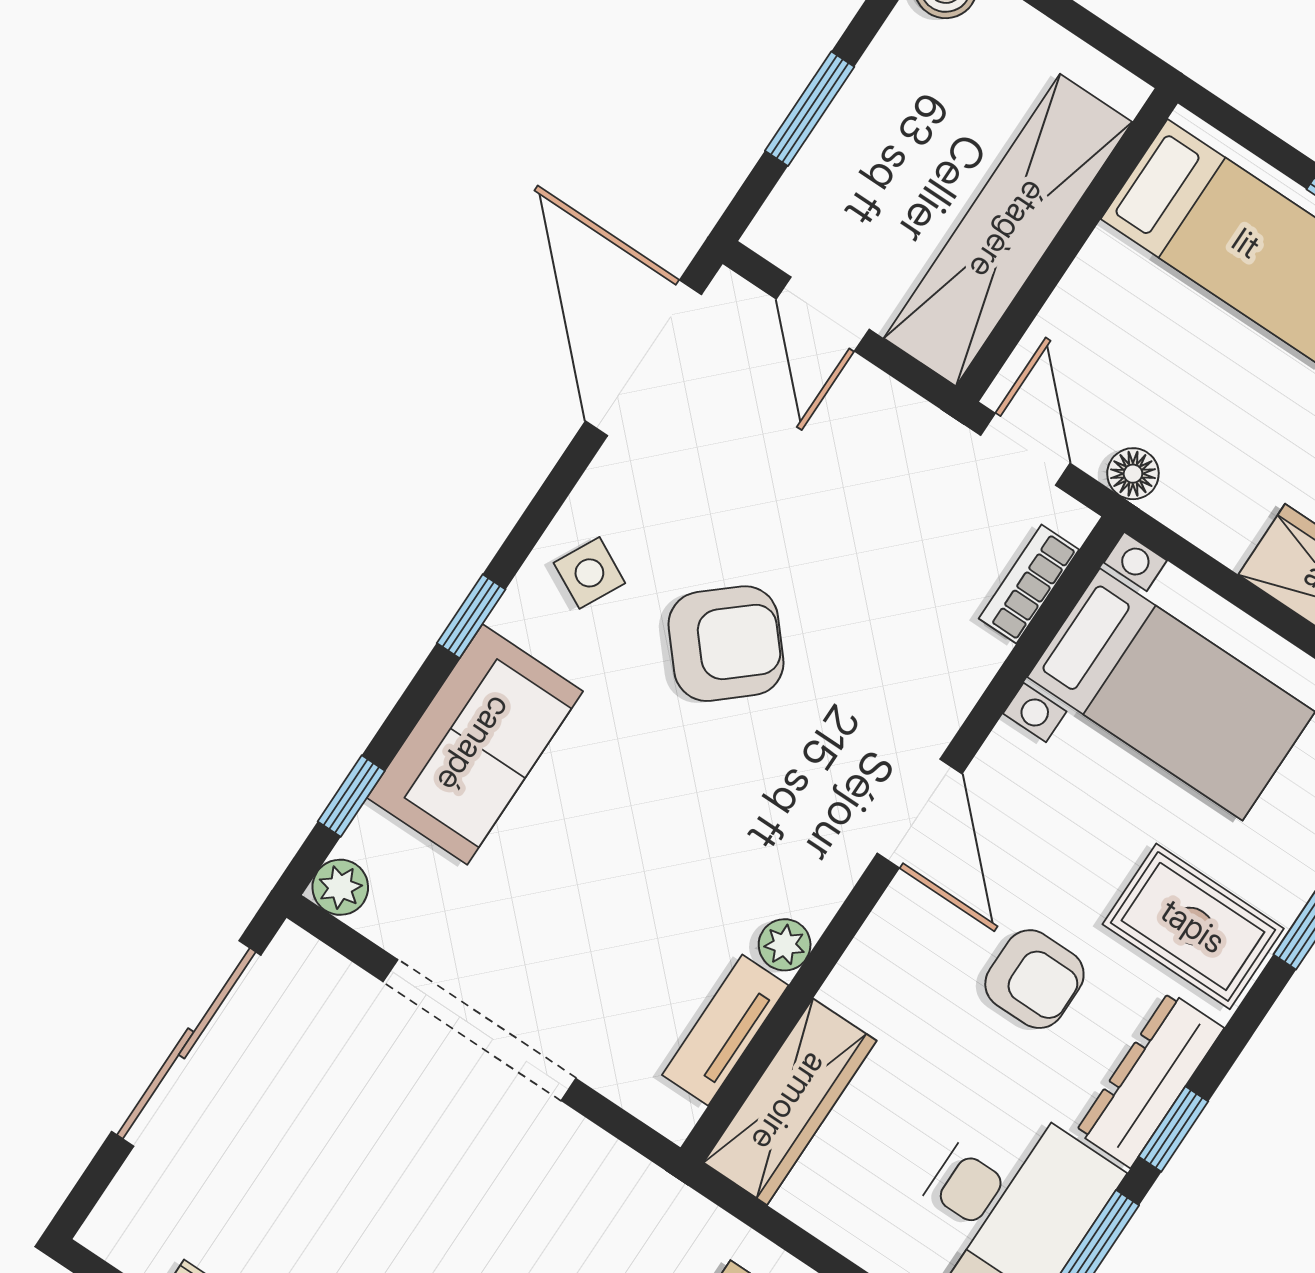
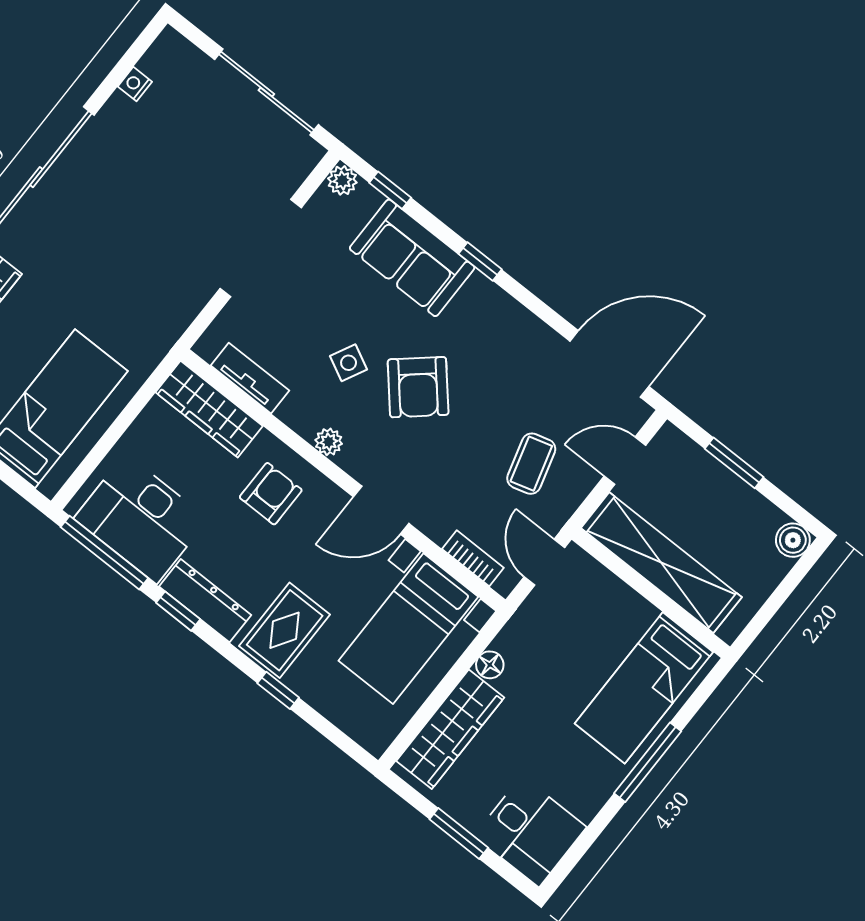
door: (1025, 449) -> (544, 562), swing flipped
floor lamp: (1133, 474) -> (490, 665), moved
coffee table: (843, 489) -> (531, 464), added
side table: (589, 573) -> (349, 363), moved
armchair: (726, 644) -> (418, 387), moved
door: (920, 813) -> (381, 510), moved
plant: (785, 945) -> (329, 442), moved
armchair: (1034, 979) -> (271, 494), moved, turned 180

